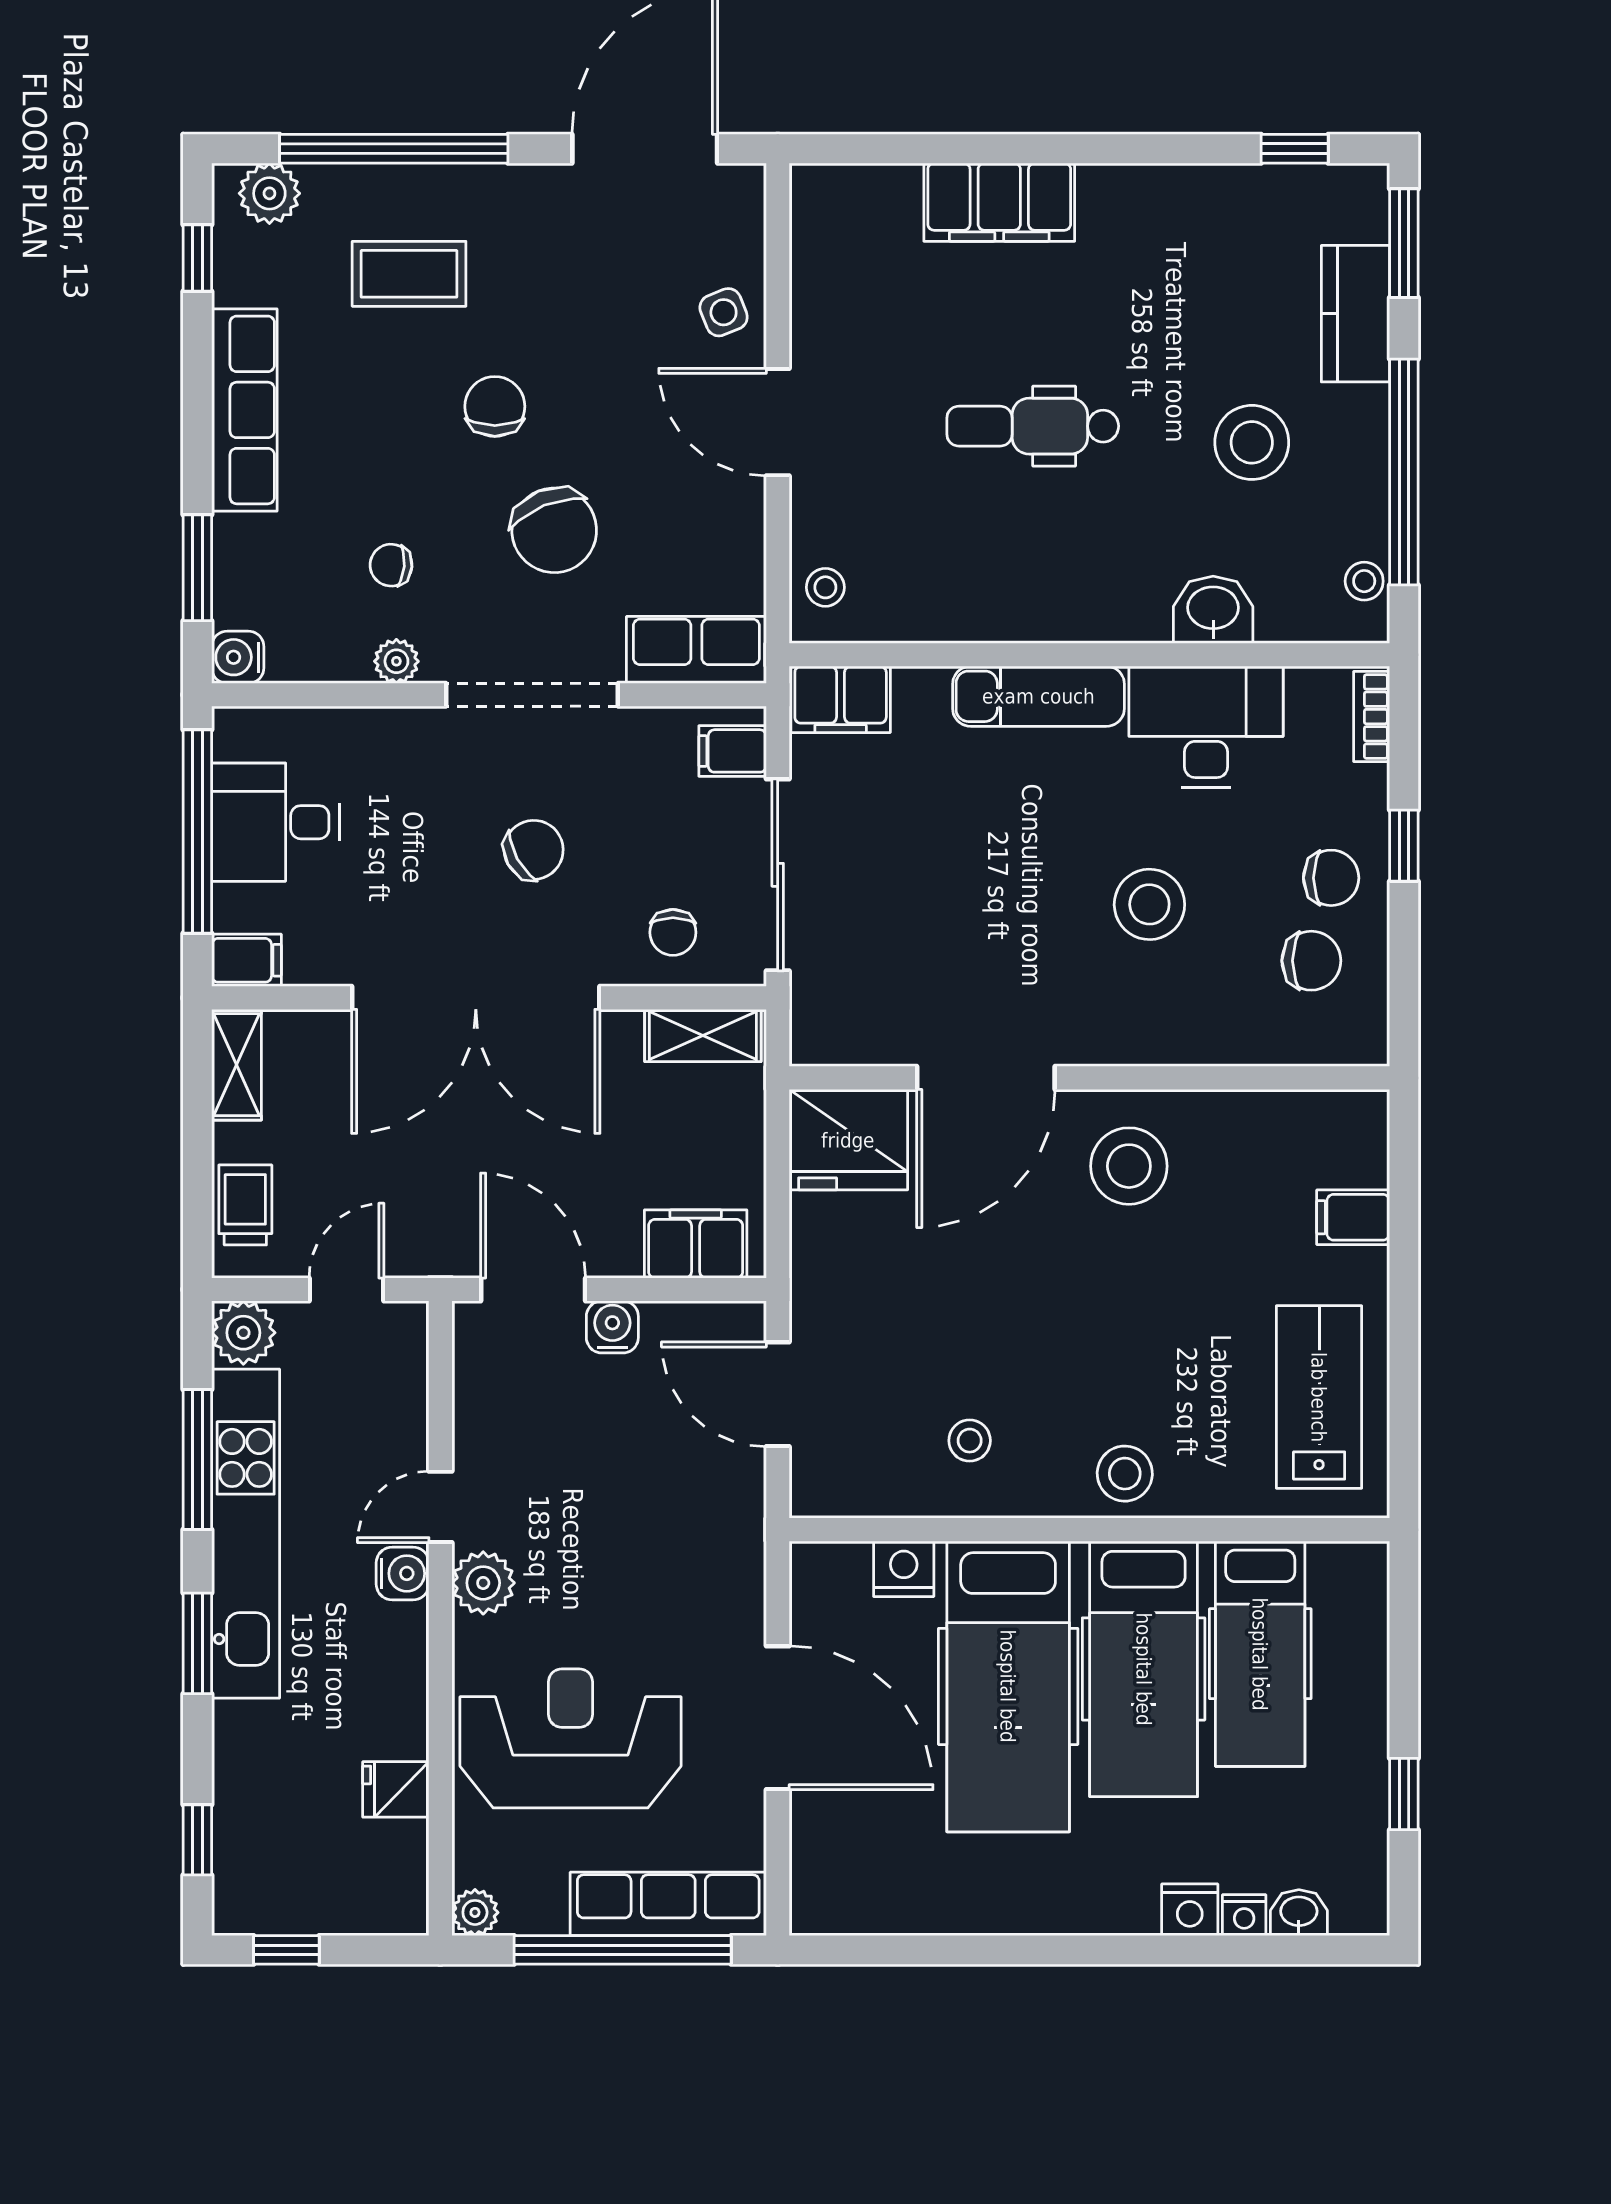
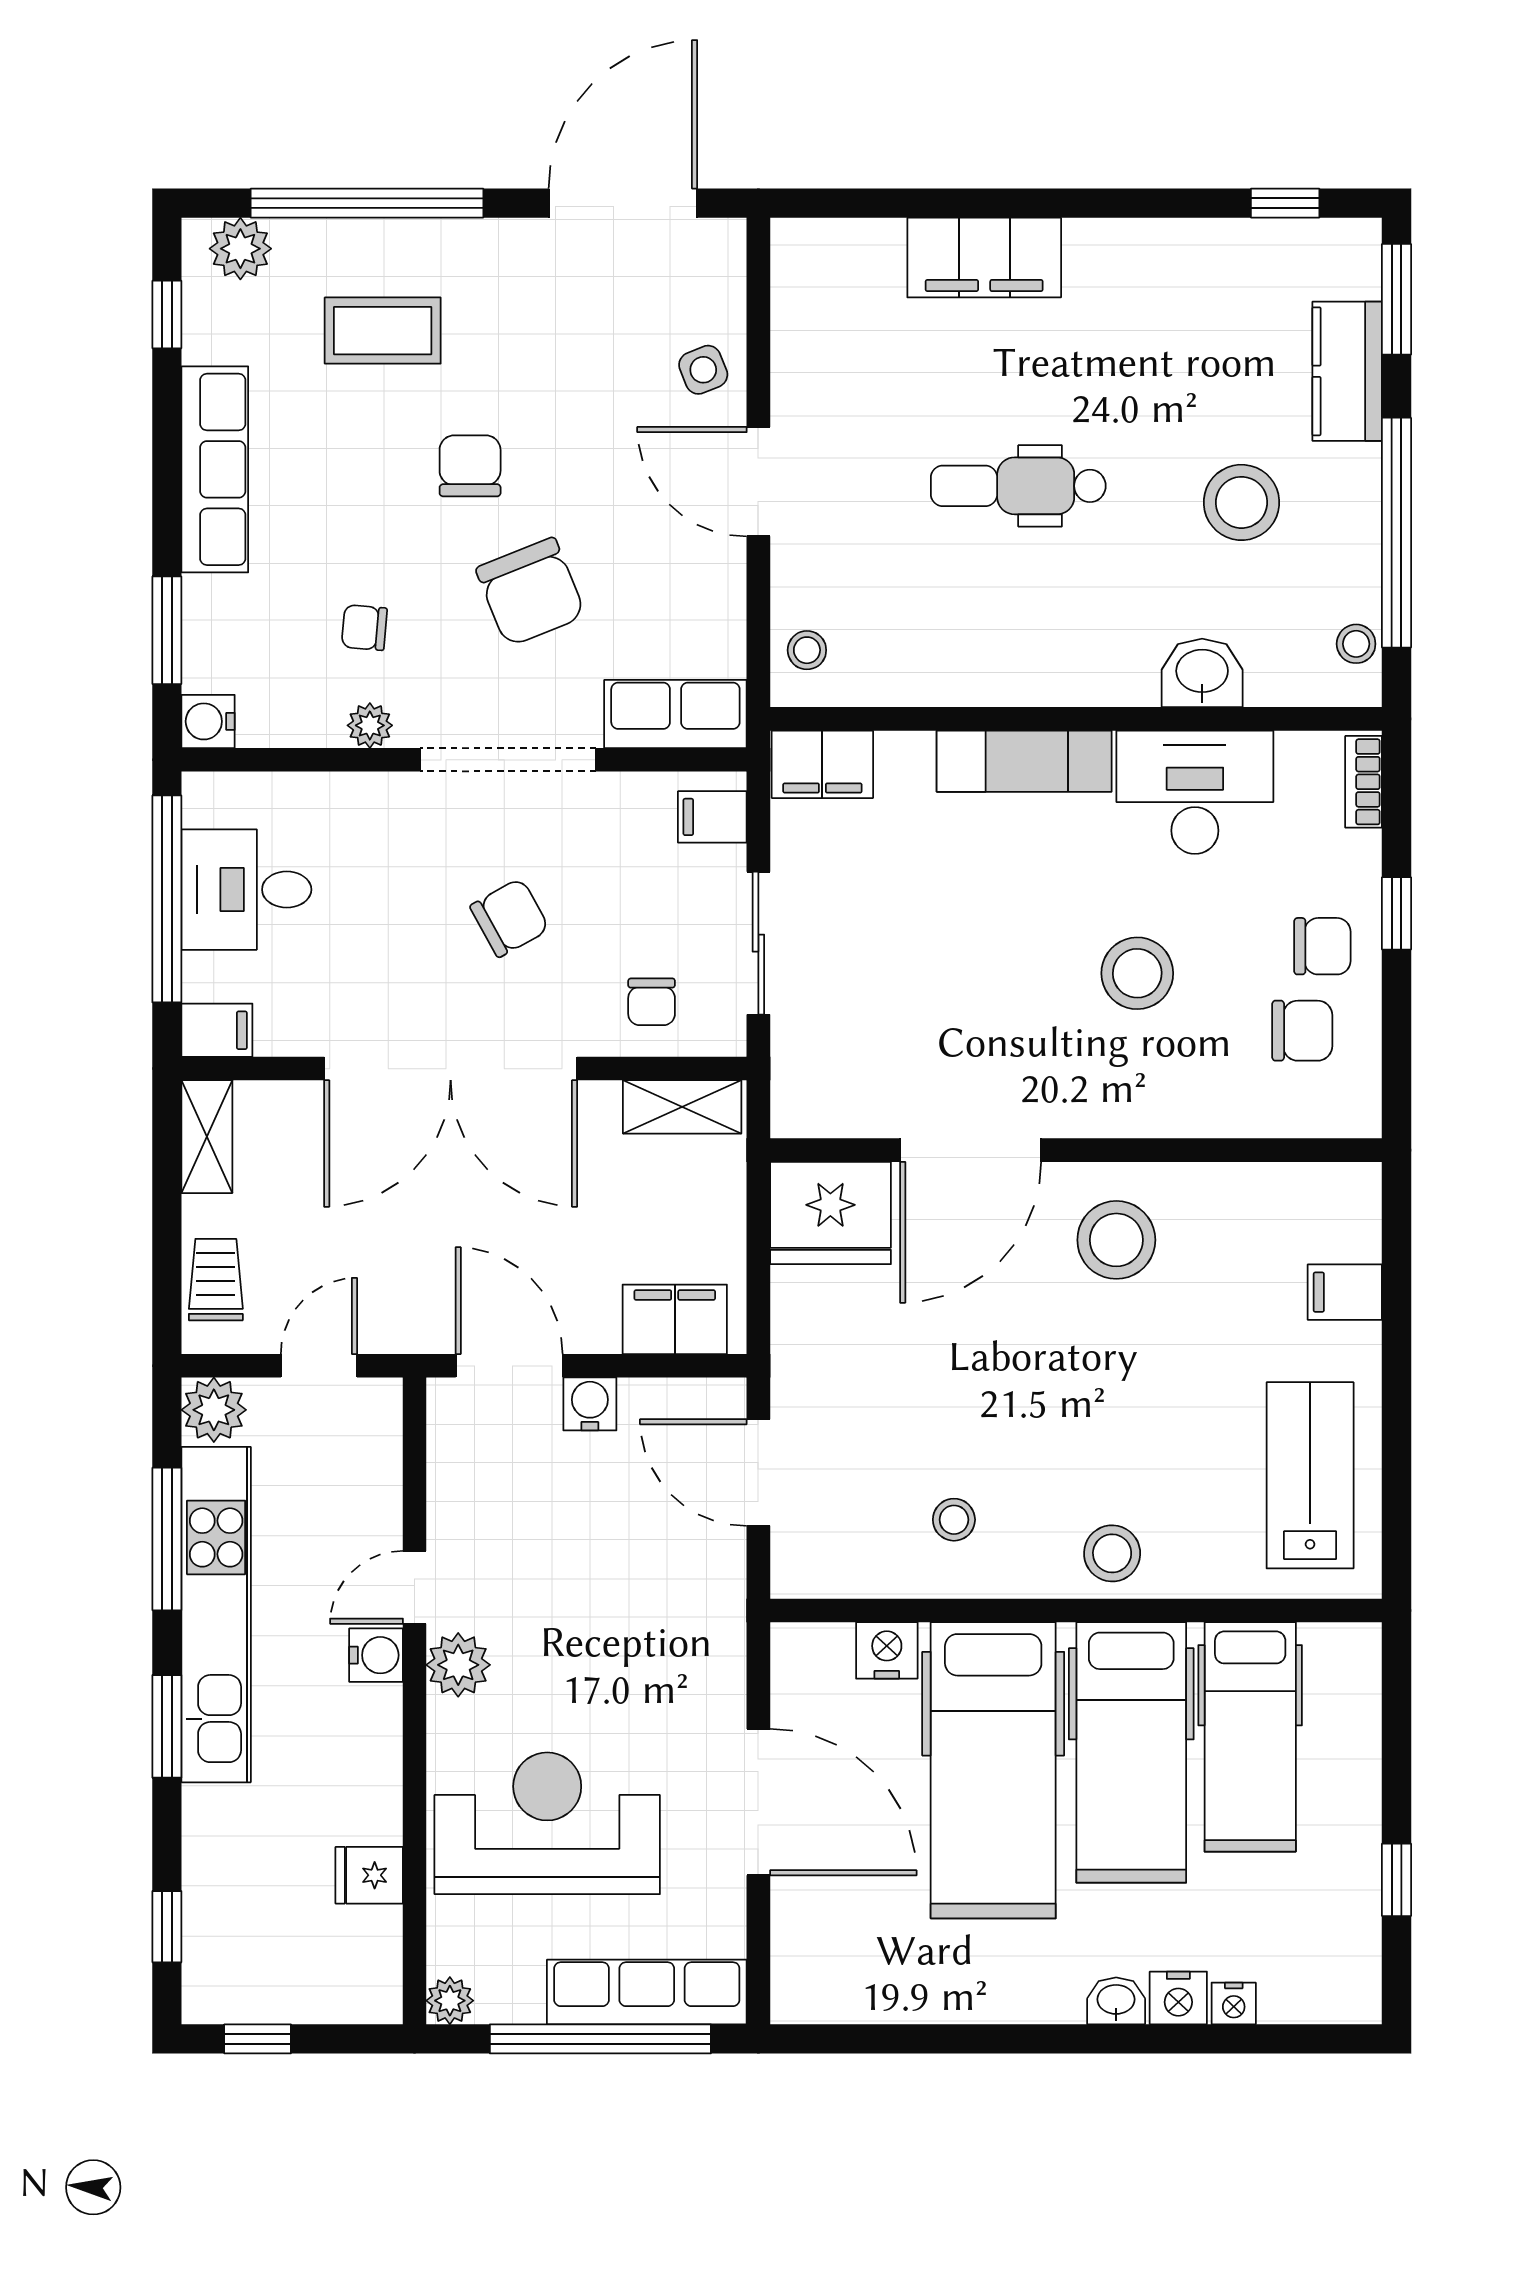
sliding door: (778, 875) -> (758, 943), width x0.73
washbasin: (1299, 1913) -> (1116, 2001), moved

